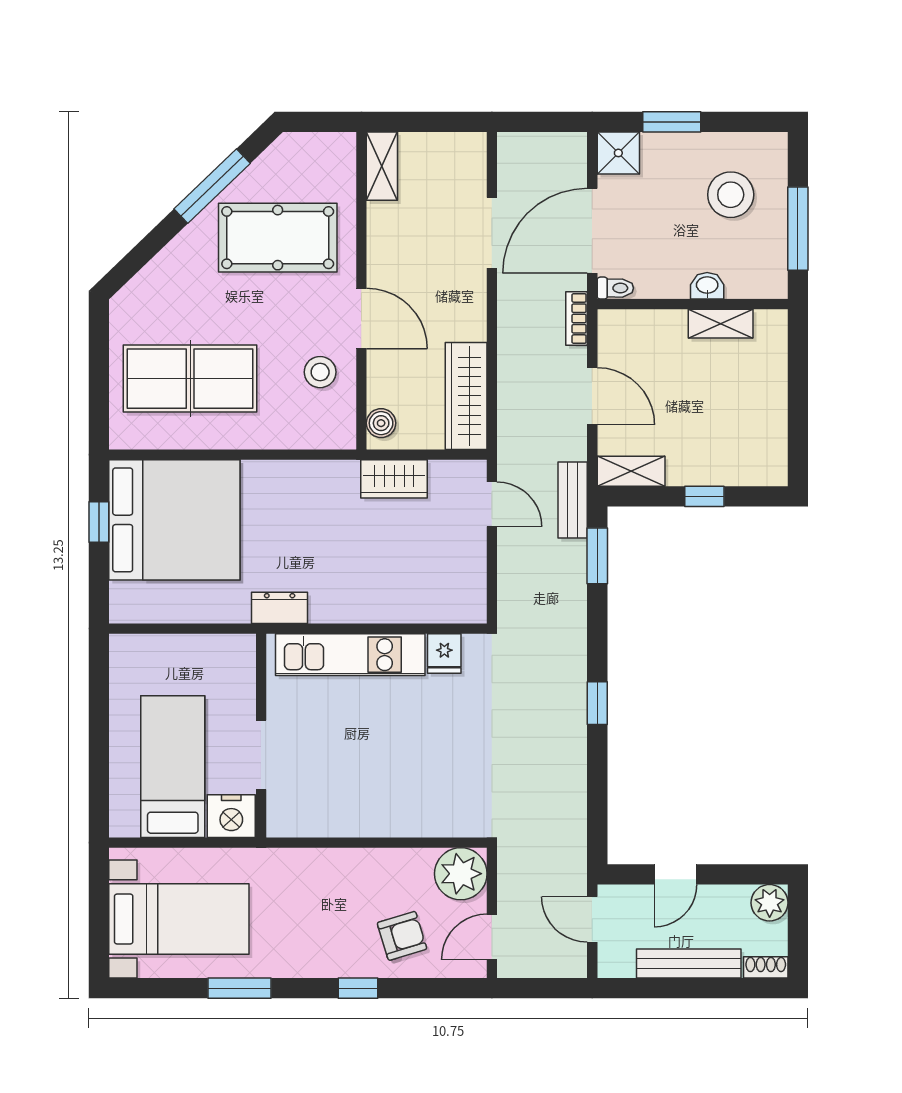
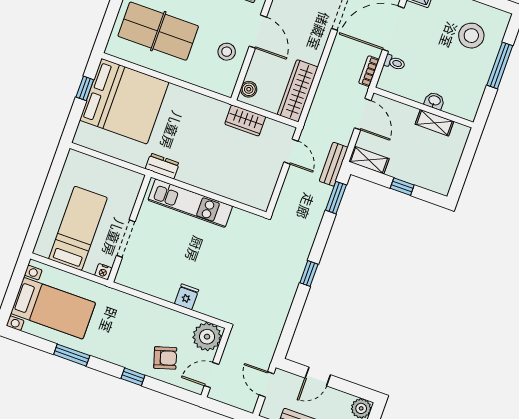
washbasin: (707, 286) -> (434, 101), moved
wall: (693, 304) -> (424, 108), moved
shelving: (721, 324) -> (434, 123), moved
fridge: (444, 653) -> (187, 297), moved, turned 180
nightstand: (231, 816) -> (103, 272), width x0.53, depth x0.56

